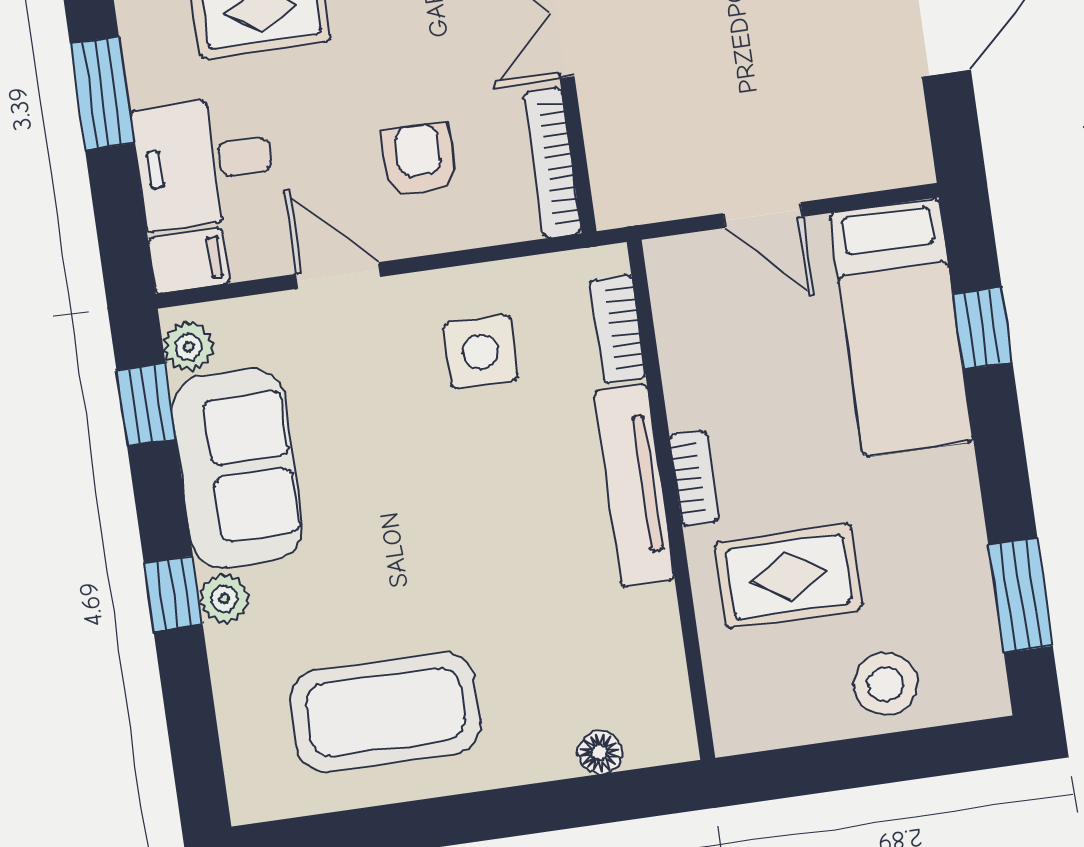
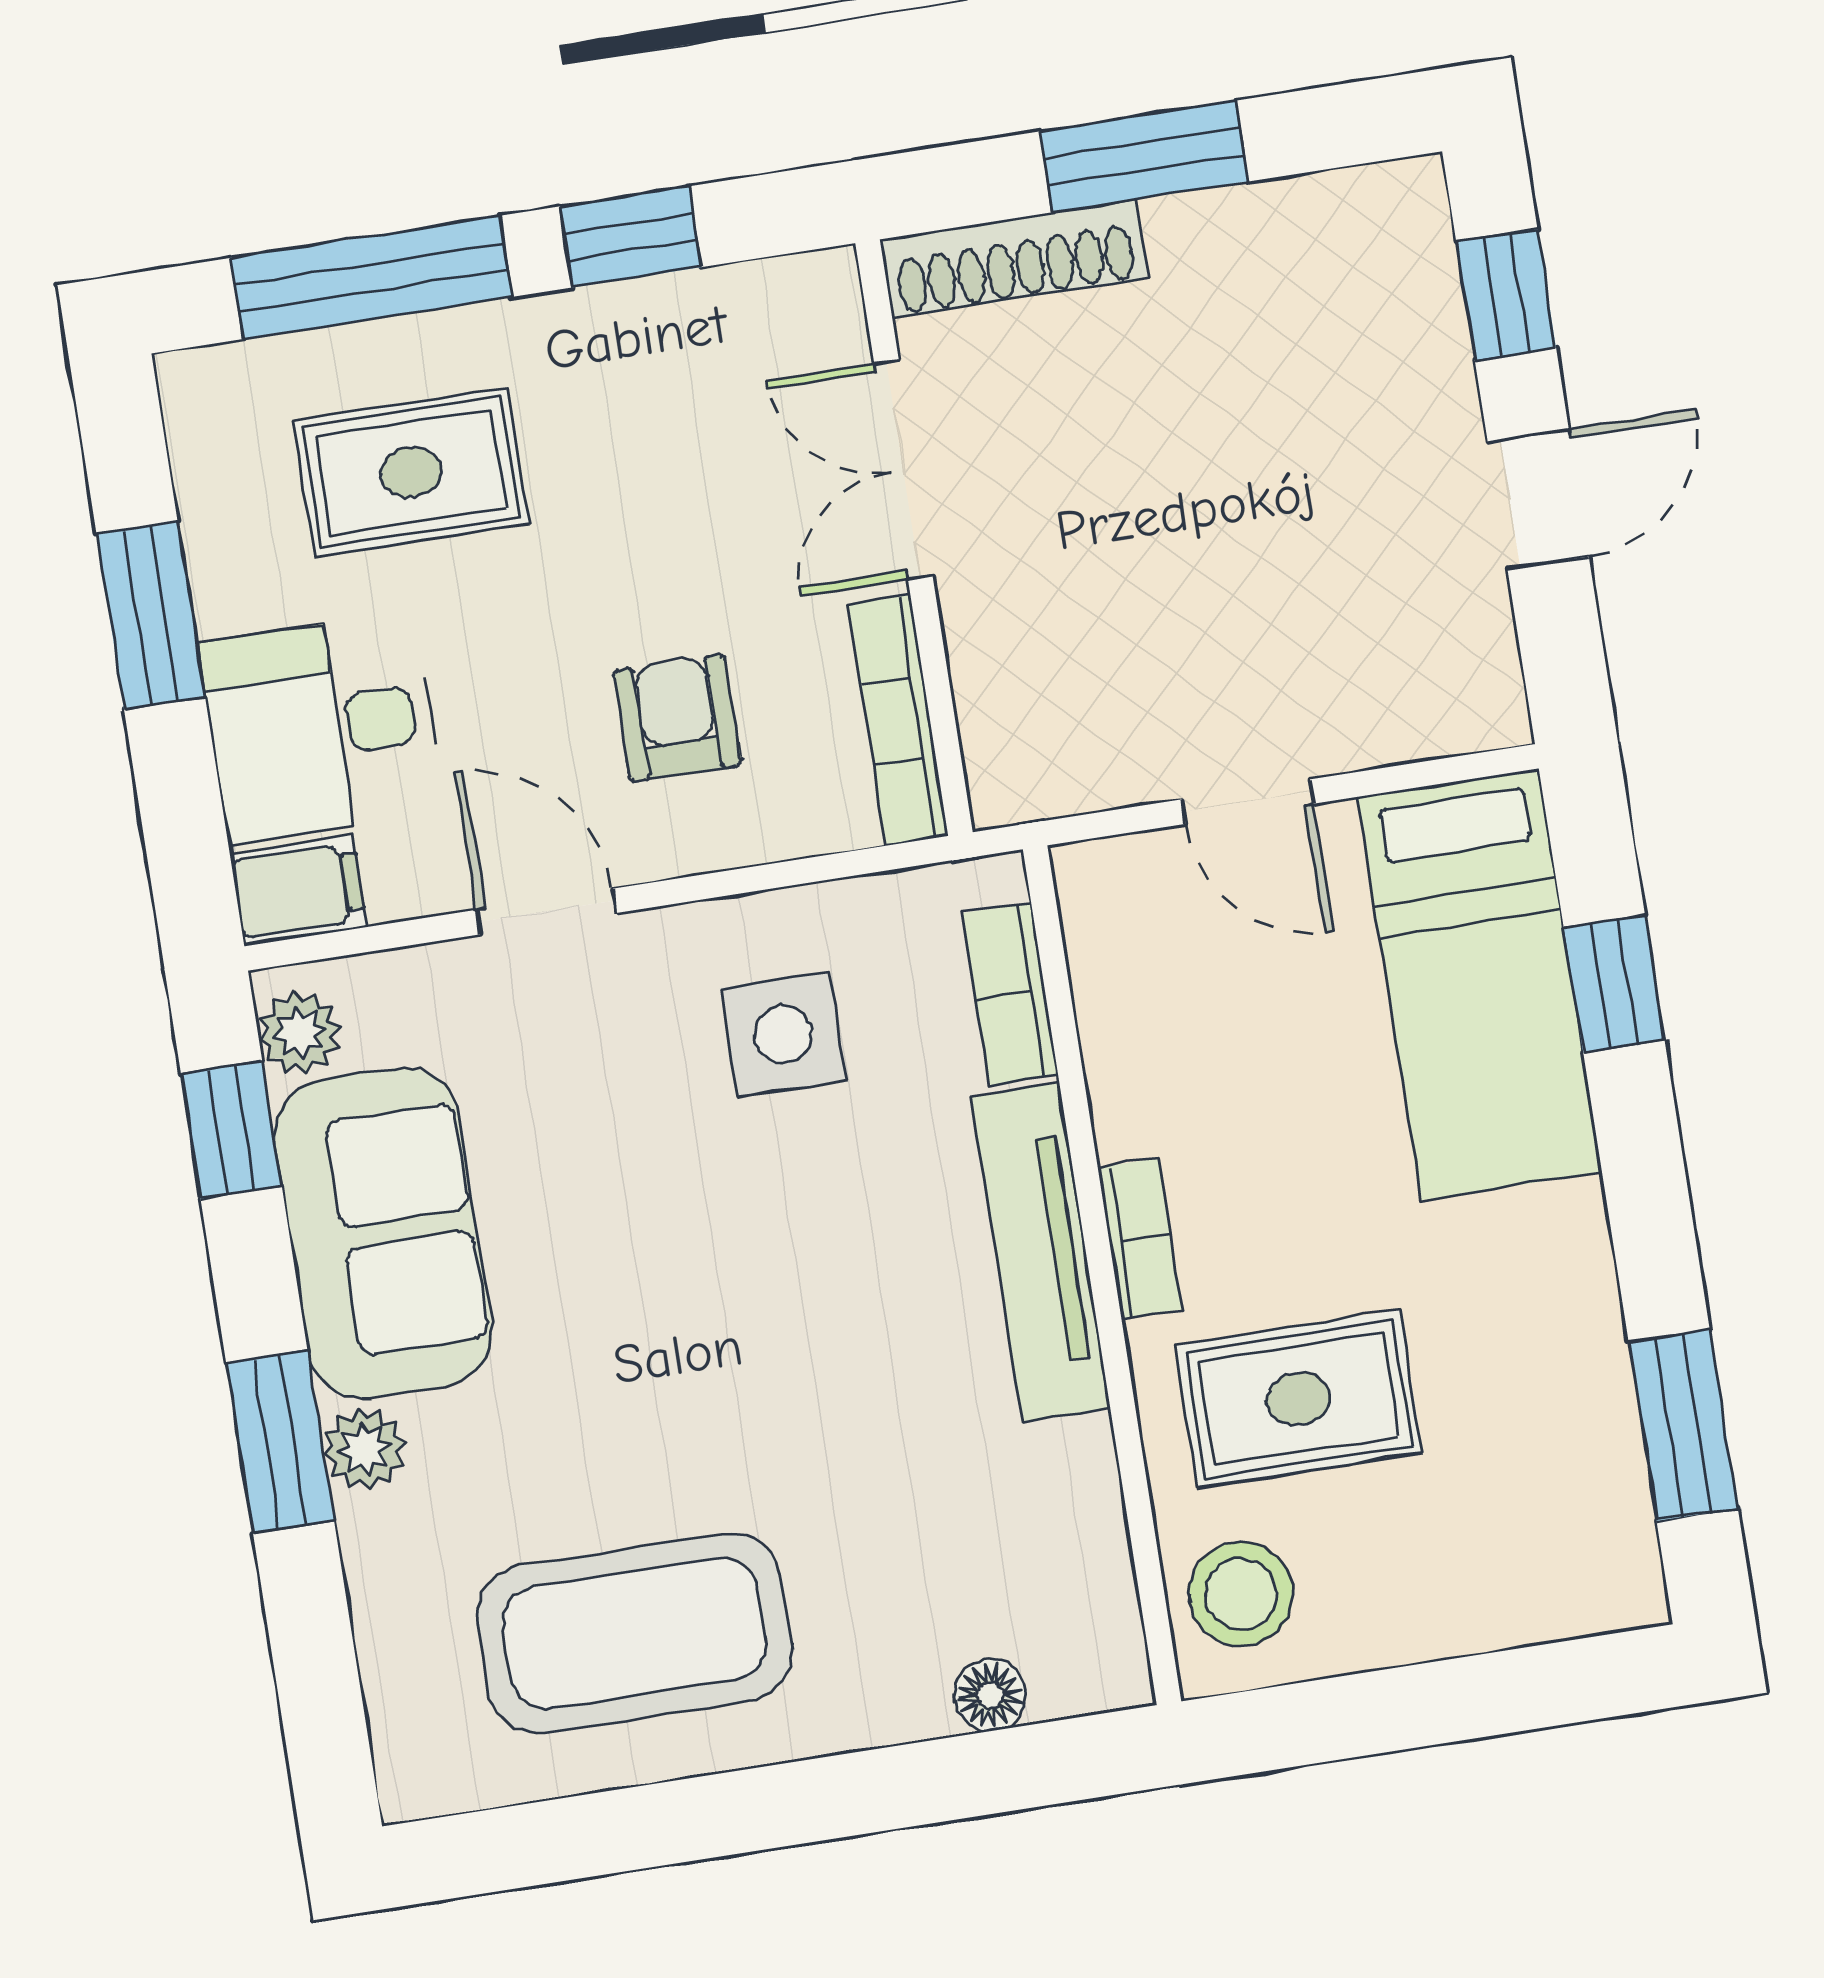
window: (173, 594) -> (280, 1442), width x1.50
stool: (886, 684) -> (1241, 1594), moved

